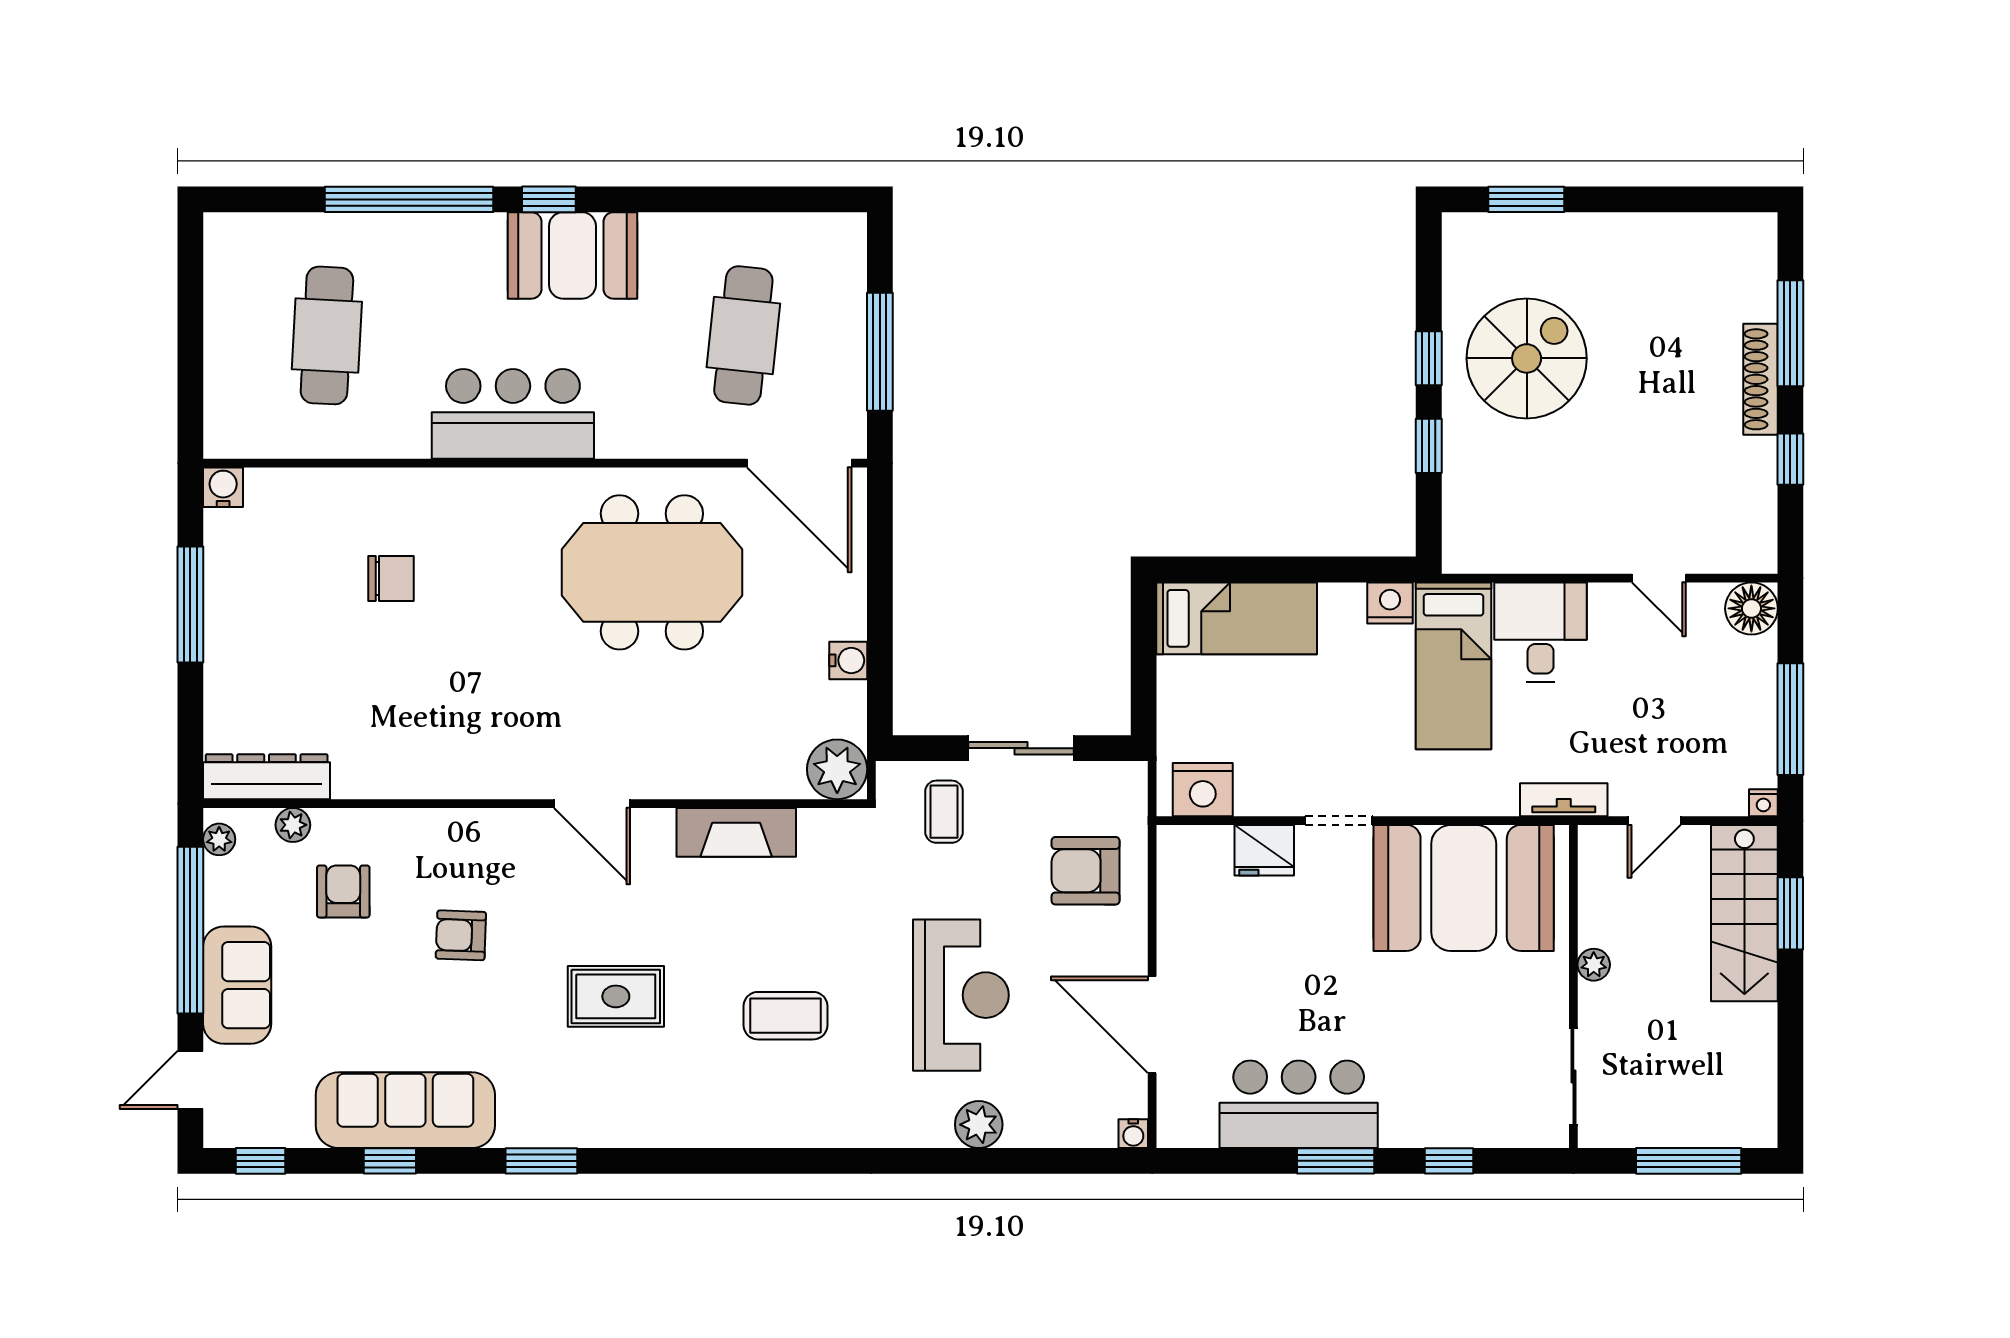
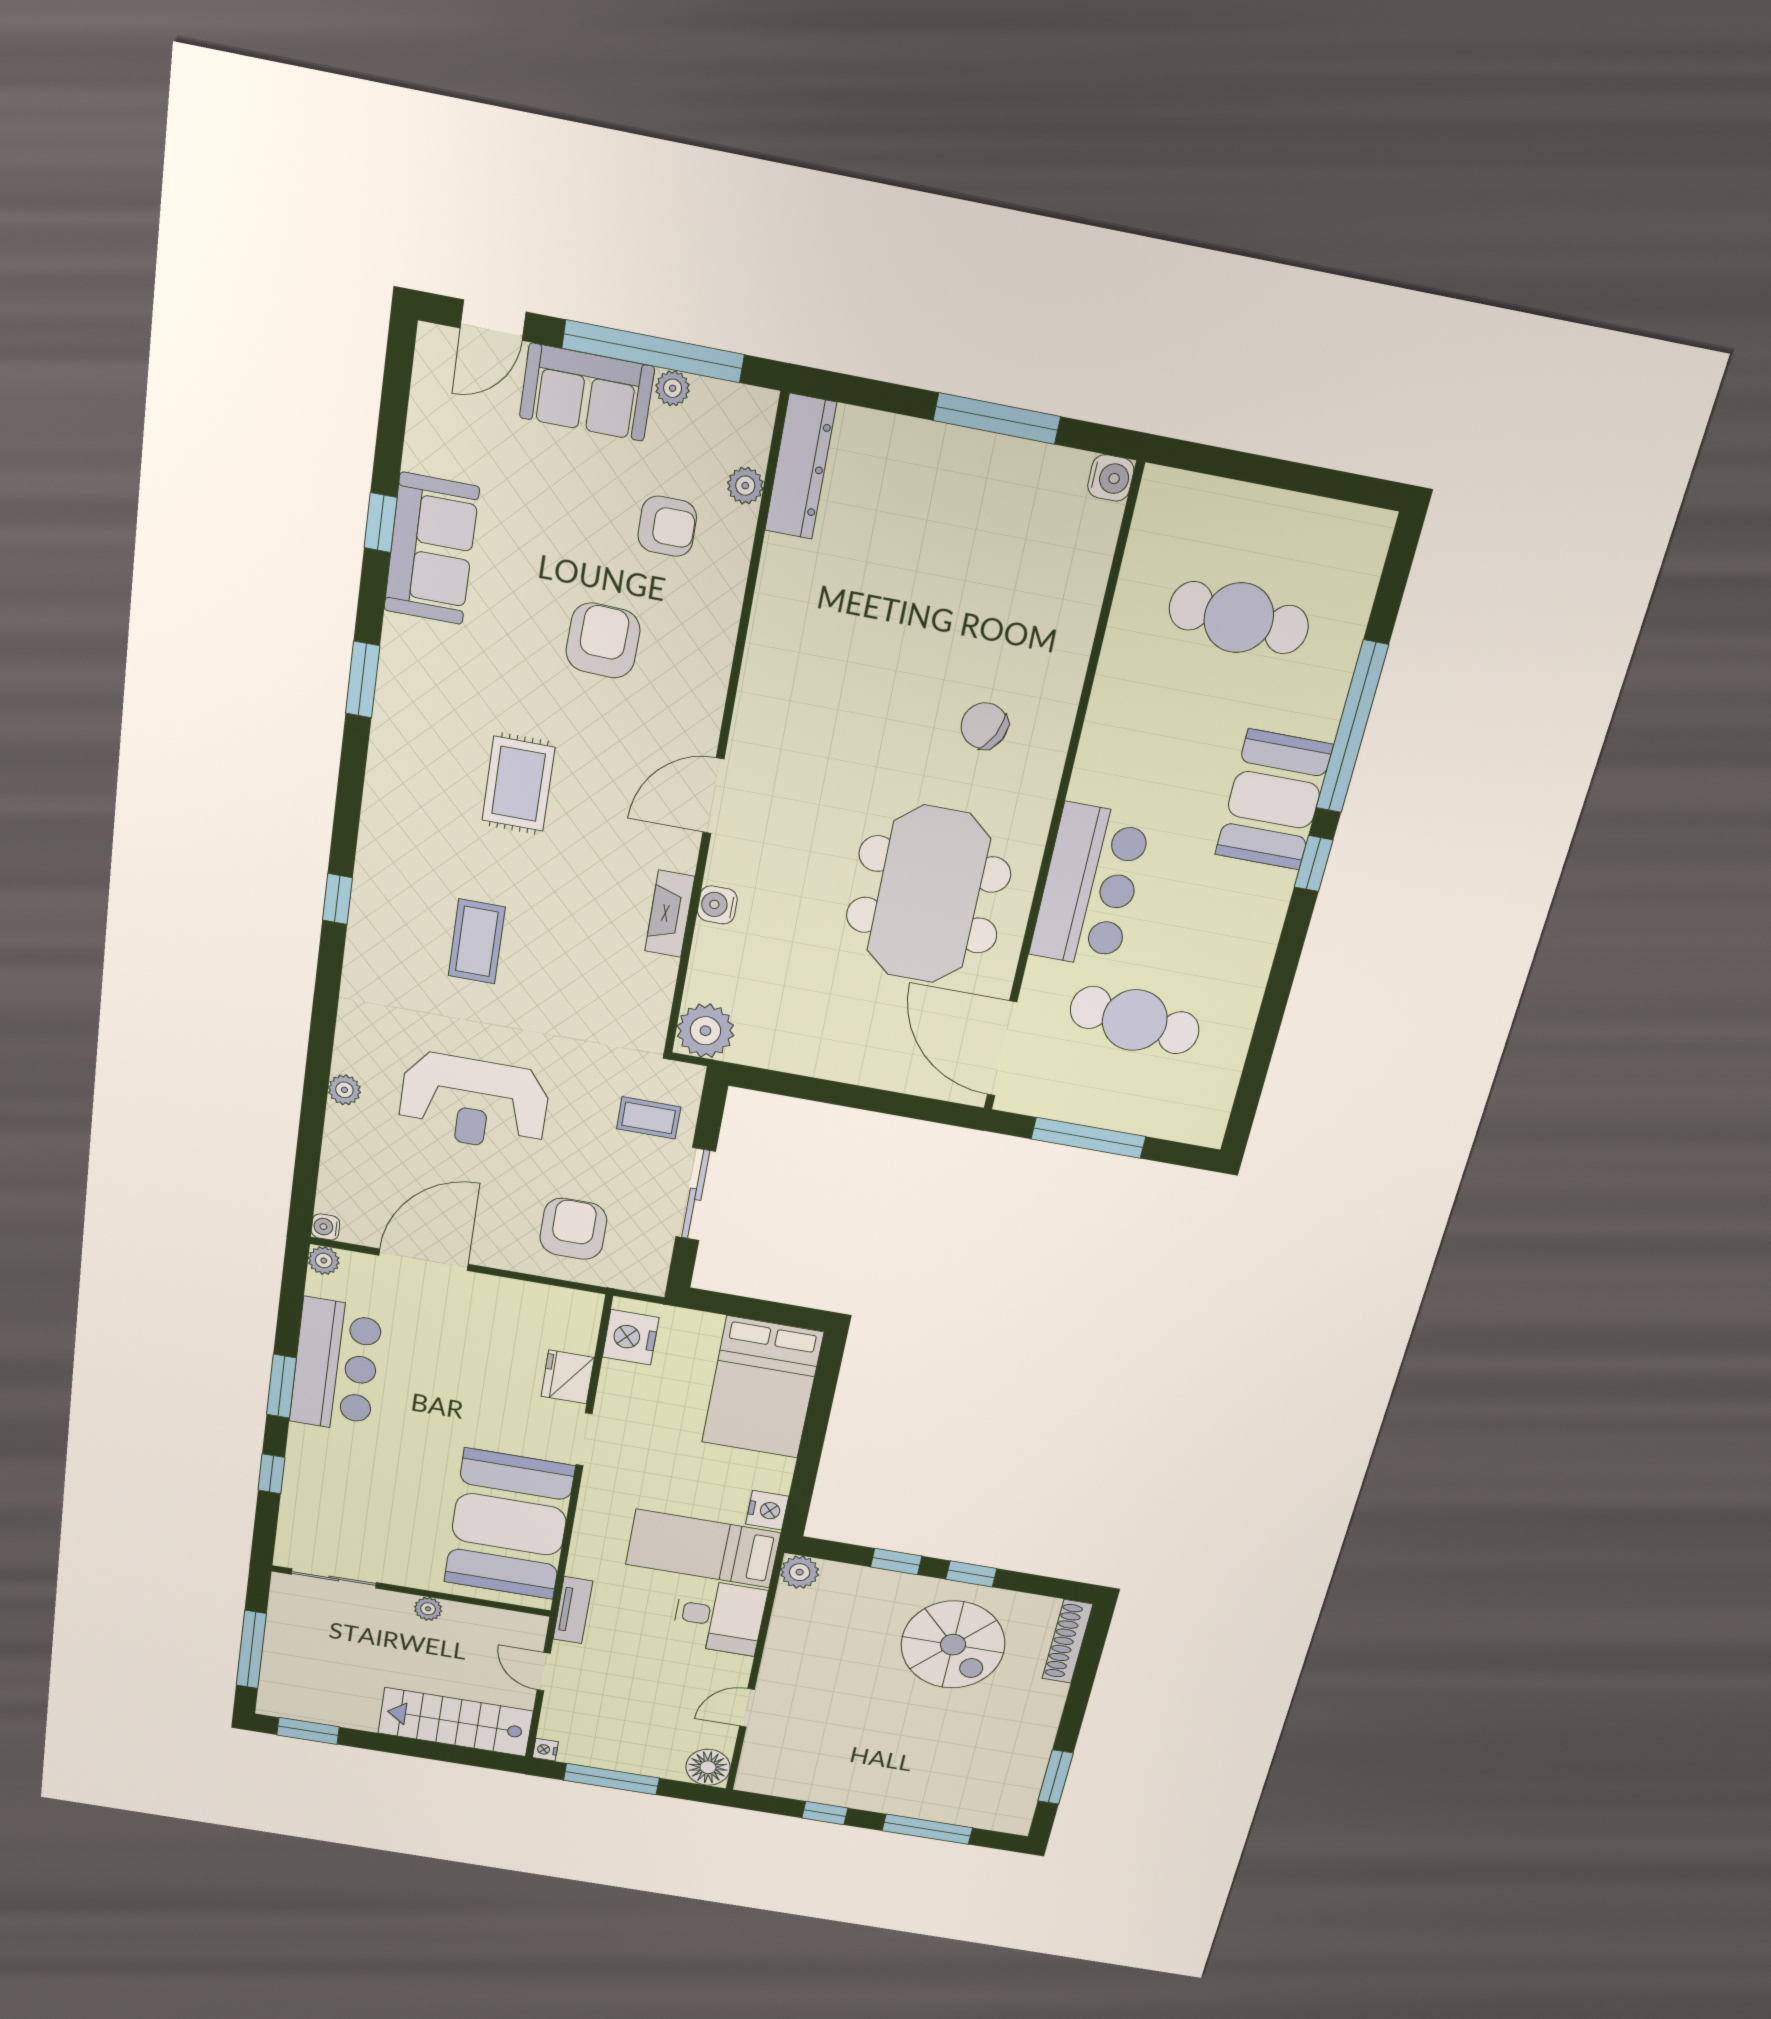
window: (1526, 199) -> (1056, 1777), moved
booth: (572, 255) -> (1274, 800), moved
shoe rack: (1761, 379) -> (1067, 1641), moved, turned -90
bar counter: (513, 414) -> (1090, 886), moved
door: (799, 463) -> (1002, 1049), hinge flipped
plant: (1464, 552) -> (800, 1572), added
chair: (391, 578) -> (984, 726), moved, turned 116
bed: (1237, 618) -> (762, 1387), width x1.50
water cooler: (848, 660) -> (717, 905), moved, turned 90
fireplace: (736, 832) -> (670, 914), width x0.73, depth x0.76
plant: (219, 839) -> (673, 388), moved
window: (1790, 913) -> (308, 1731), moved
armchair: (461, 935) -> (603, 641), width x1.38, depth x1.38
door: (190, 1080) -> (493, 320), swing flipped
sofa: (405, 1110) -> (431, 549), width x0.73
plant: (979, 1125) -> (344, 1090), width x0.73, depth x0.73
plant: (1173, 1131) -> (324, 1261), added
window: (260, 1161) -> (337, 899), moved

